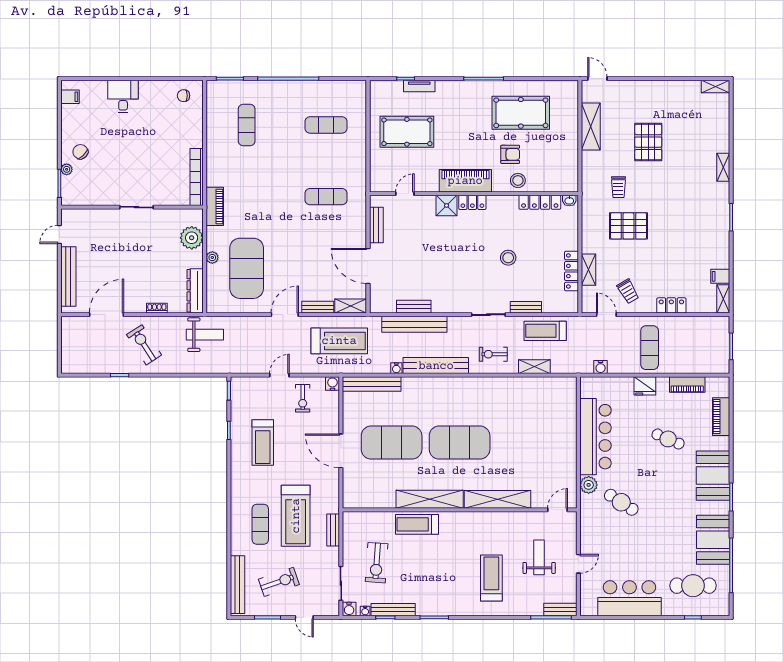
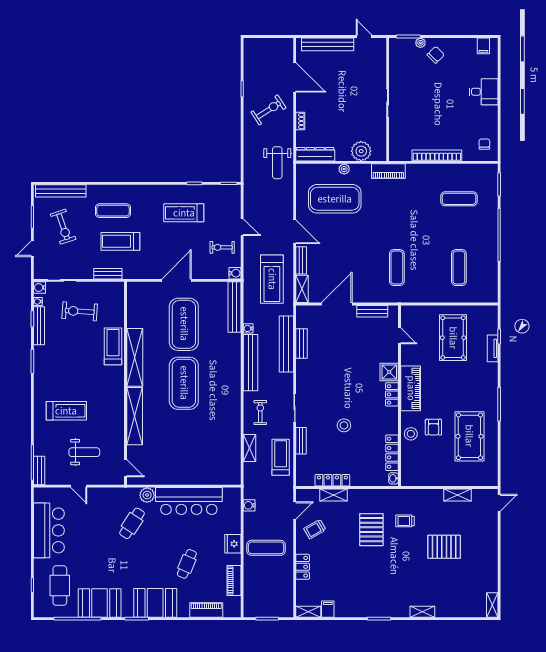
shelving: (591, 127) -> (458, 495), width x0.67, depth x0.75
bookcase: (197, 177) -> (437, 155), moved
treadmill: (296, 516) -> (120, 241), width x0.73, depth x0.73

